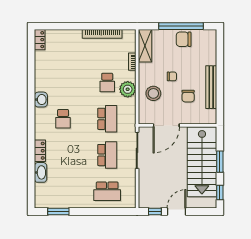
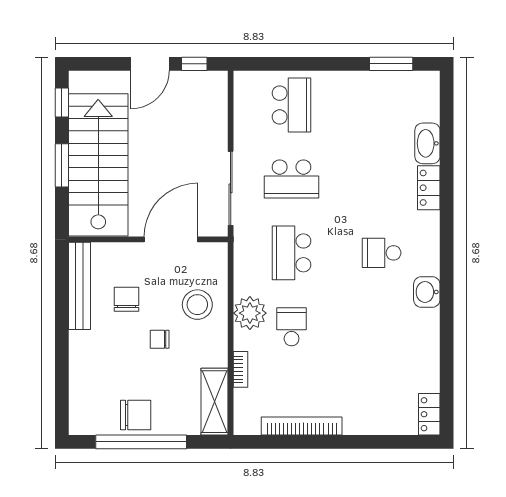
bench: (211, 87) -> (79, 286), moved
school desk: (63, 119) -> (382, 253), turned -90
school desk: (107, 155) -> (292, 179), turned -90
school desk: (107, 191) -> (292, 105), turned 90

